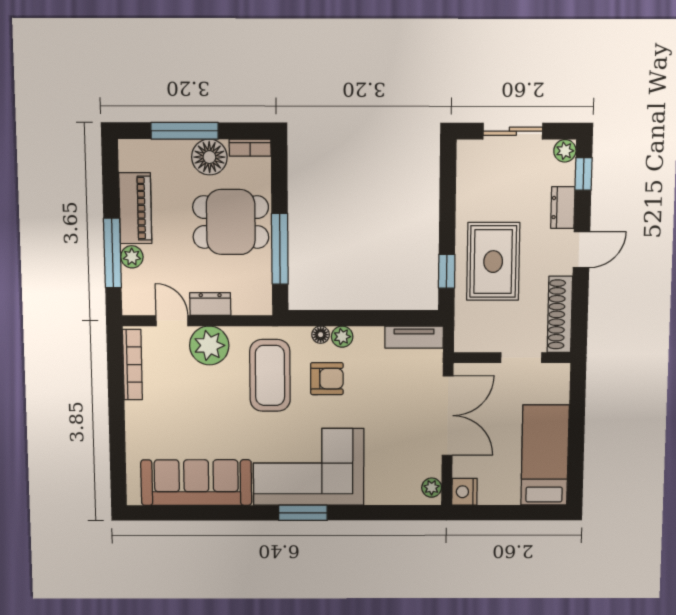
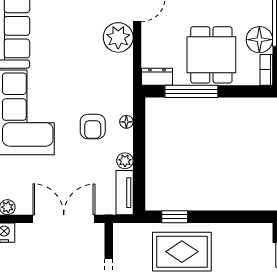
dresser: (210, 304) -> (157, 77), moved, turned -90
plant: (342, 337) -> (125, 161), moved
coffee table: (270, 375) -> (95, 83), removed
double door: (448, 416) -> (64, 219), swing flipped

